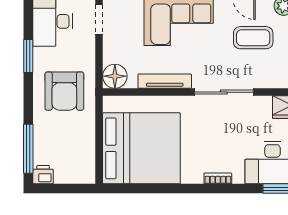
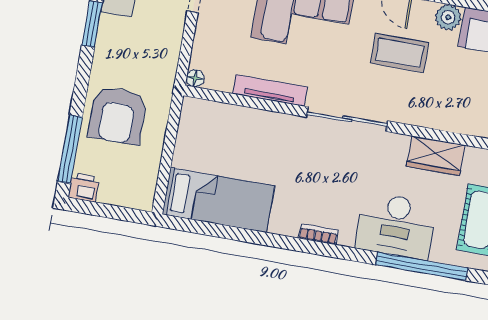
floor lamp: (115, 76) -> (195, 78), width x0.53, depth x0.53
armchair: (64, 91) -> (117, 115), moved
bed: (141, 148) -> (218, 200), width x0.49

